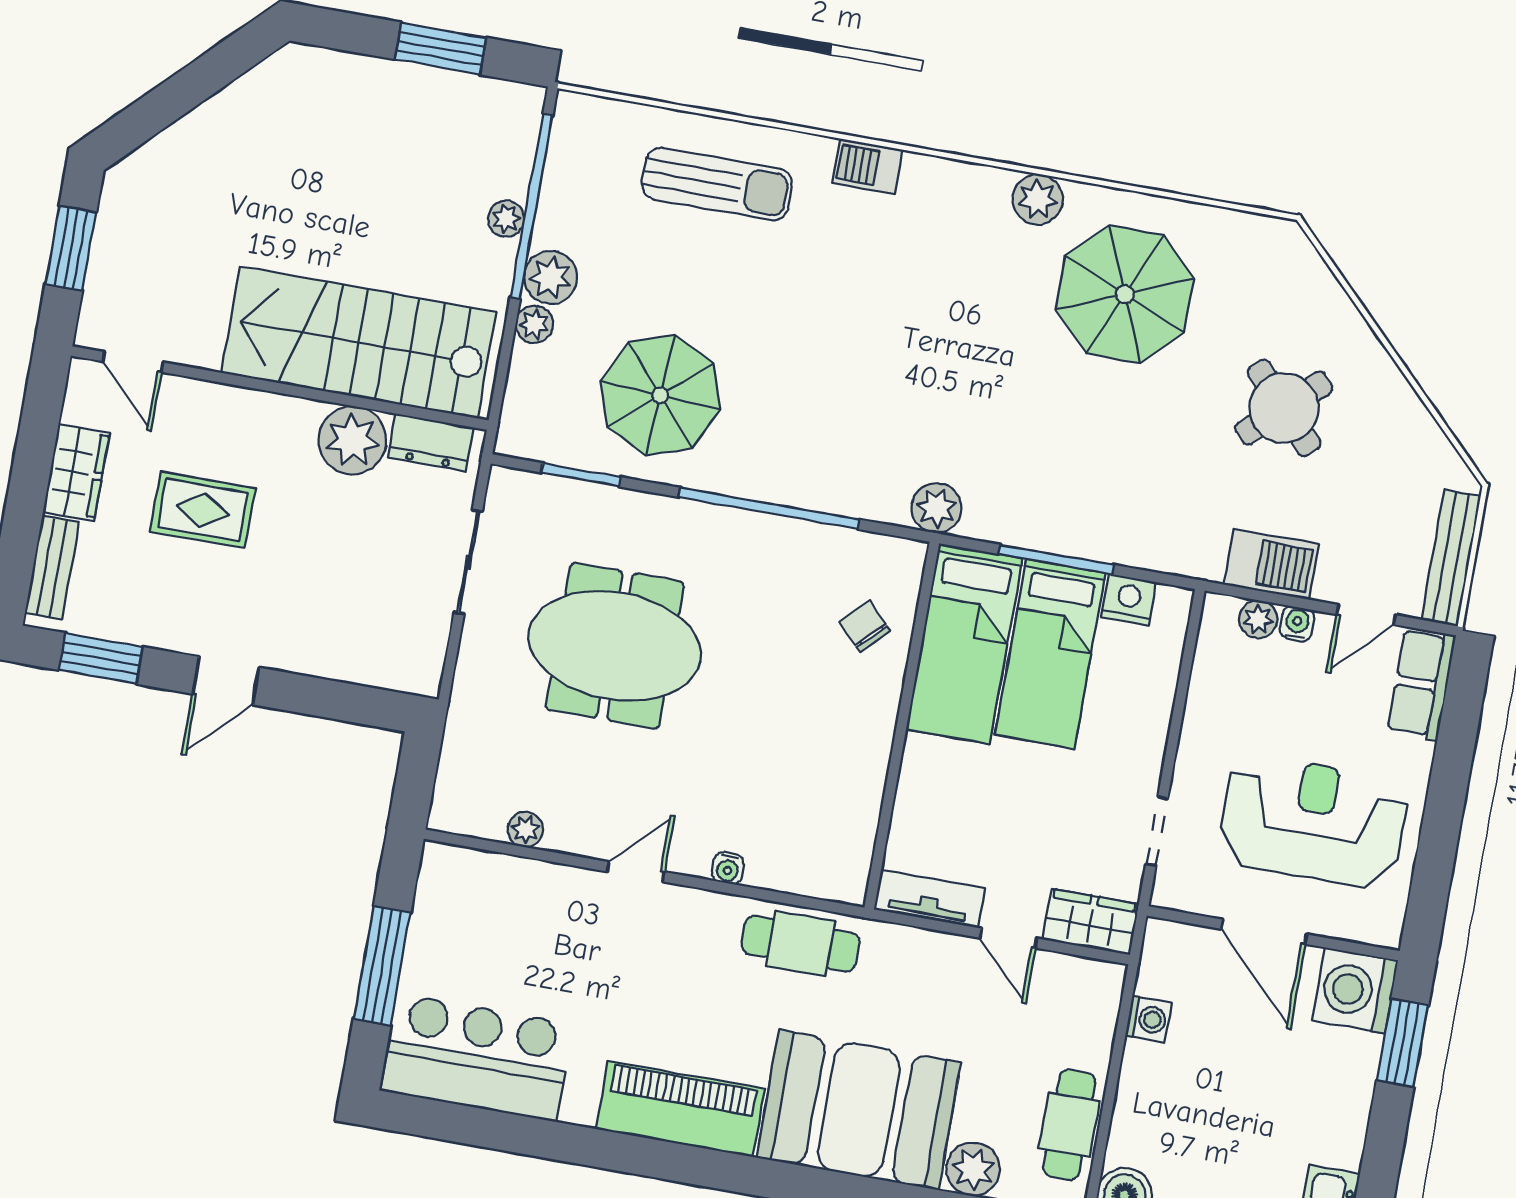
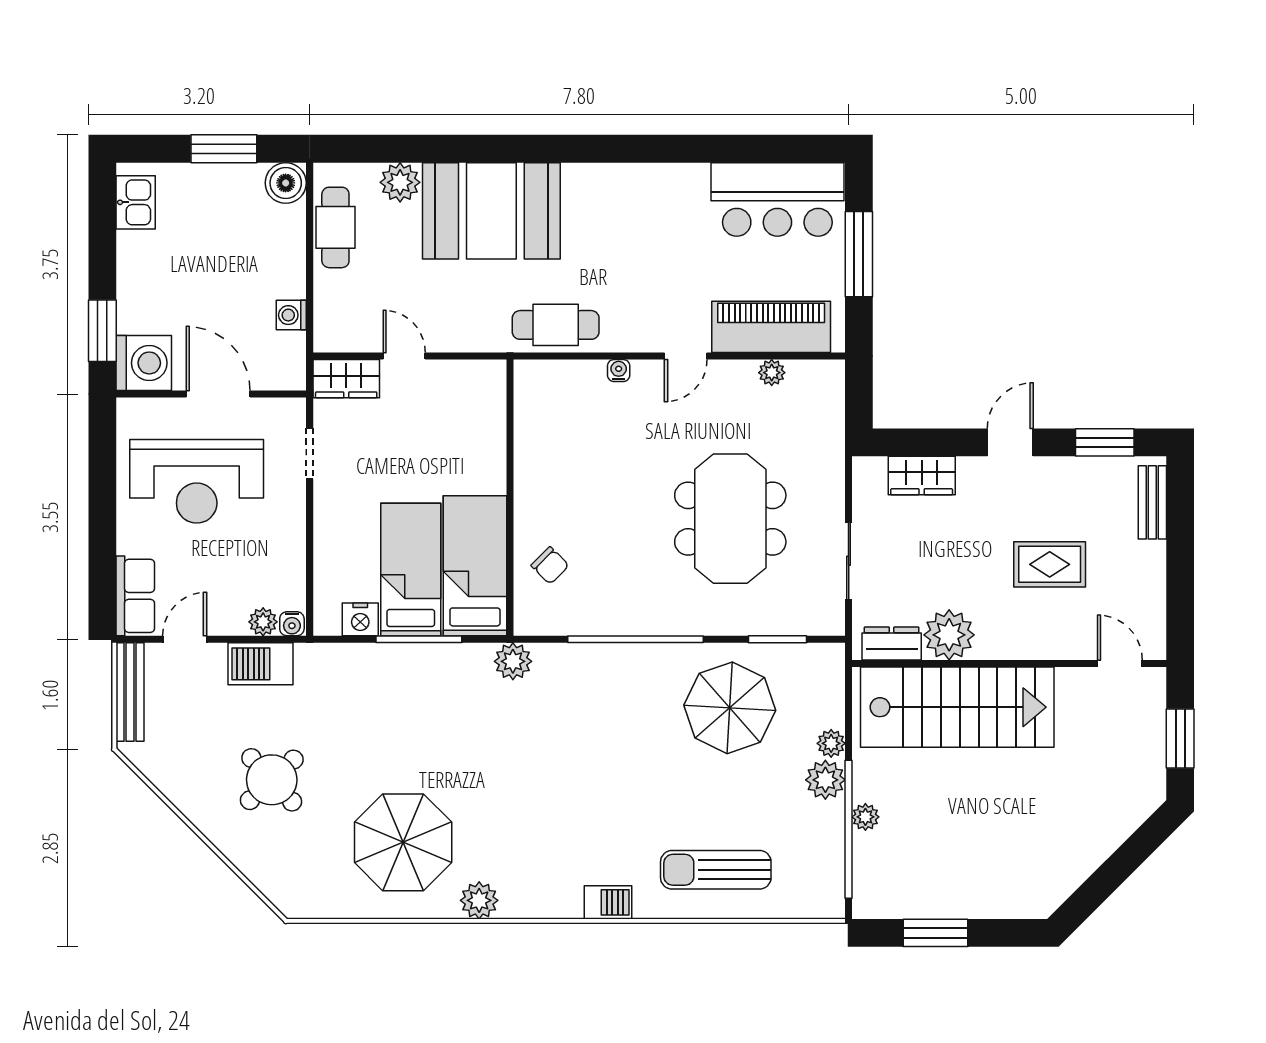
wardrobe: (76, 472) -> (922, 476), moved, turned -90
water cooler: (1297, 624) -> (292, 624), moved
meeting table: (615, 646) -> (730, 519), turned 90
tv unit: (929, 899) -> (467, 374), removed
piano: (680, 1109) -> (771, 327), moved, turned 180

